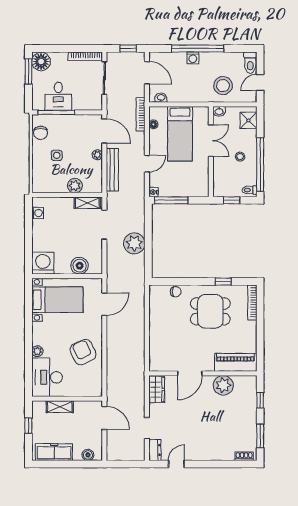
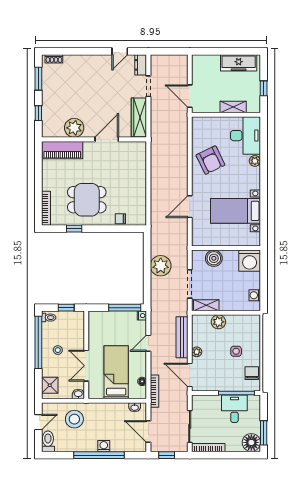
washing machine: (43, 263) -> (250, 261), moved
boiler: (80, 266) -> (214, 258), moved
wall: (67, 276) -> (226, 248), moved
wardrobe: (157, 389) -> (139, 117), width x1.50
boiler: (88, 455) -> (206, 60), removed

